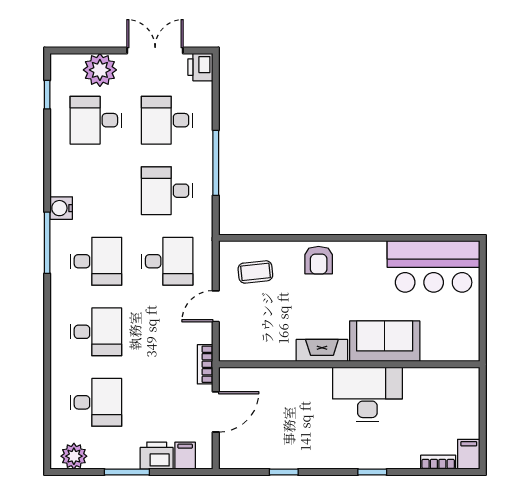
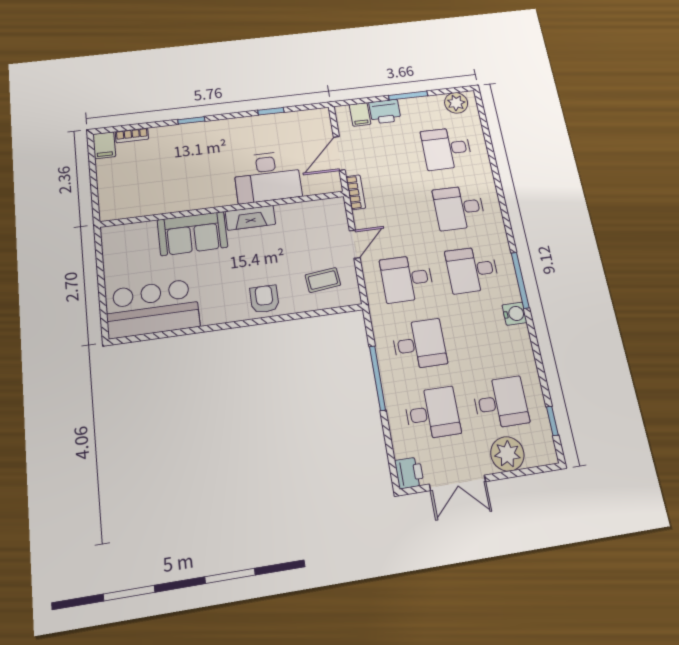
desk: (367, 394) -> (267, 177), moved

